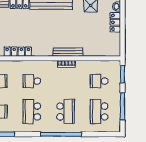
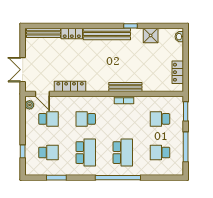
locker: (115, 22) -> (178, 72), moved
school desk: (32, 112) -> (86, 153), turned 180
school desk: (99, 112) -> (160, 153), width x0.54

